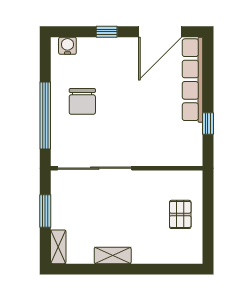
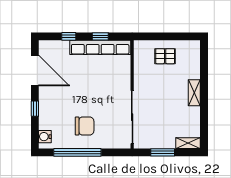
window: (208, 79) -> (69, 36), added
row of seats: (193, 80) -> (100, 47), moved
window: (45, 116) -> (77, 152), moved
shelving: (113, 255) -> (194, 93), moved

